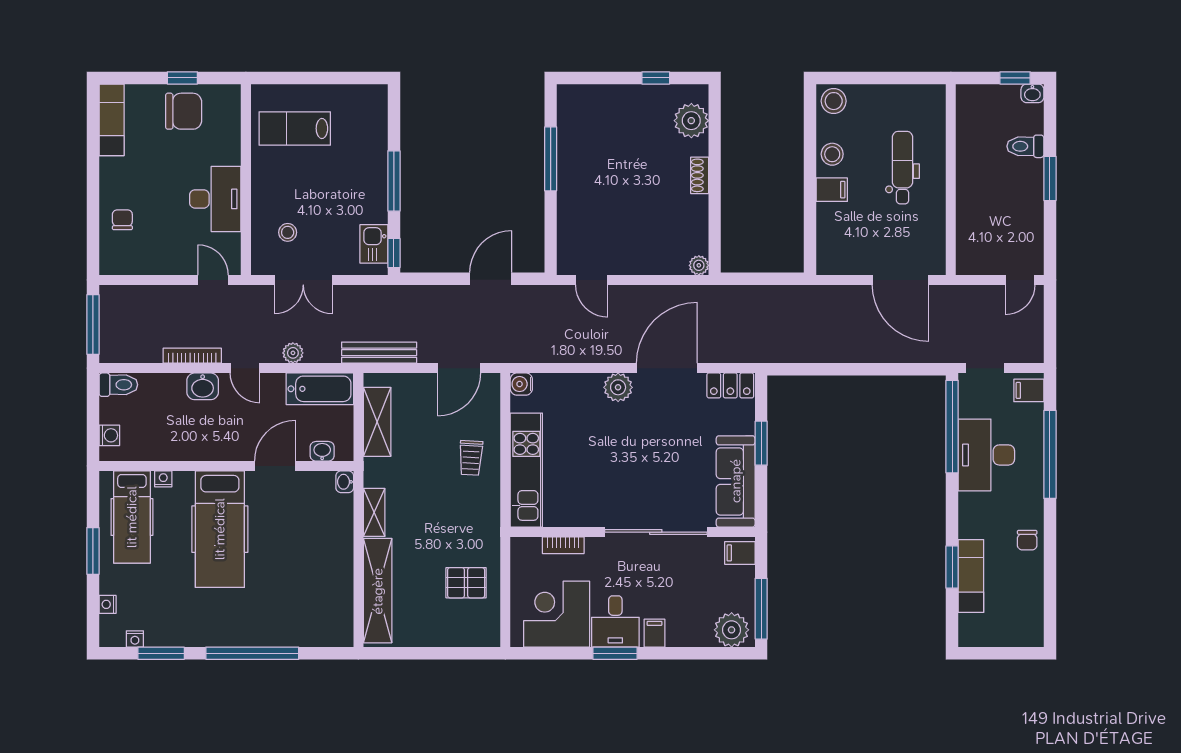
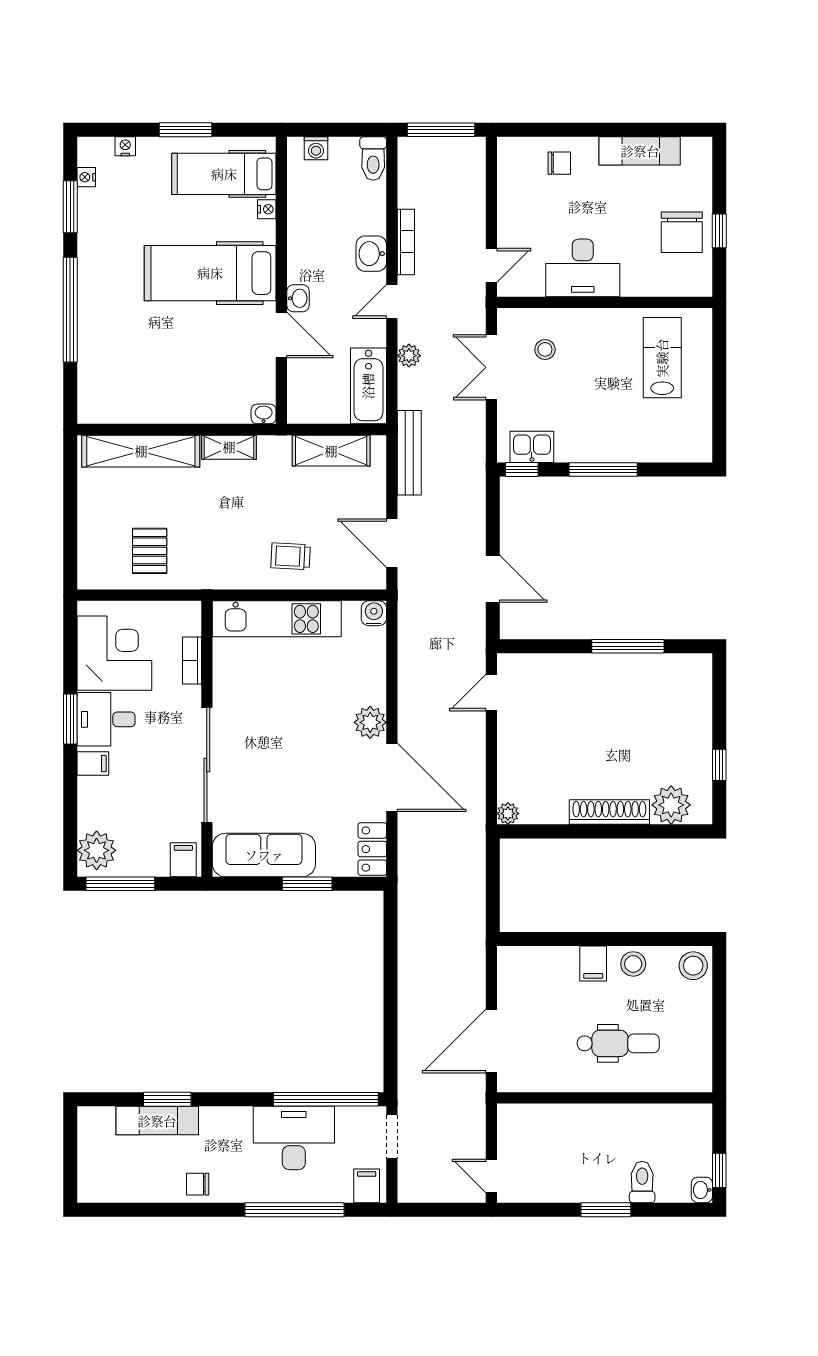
exam couch: (112, 120) -> (640, 151), moved
shoe rack: (700, 175) -> (609, 812), width x1.94, depth x1.24
washbasin: (322, 451) -> (298, 298), moved

